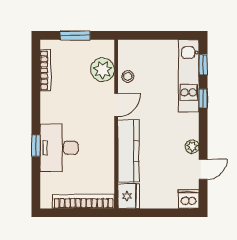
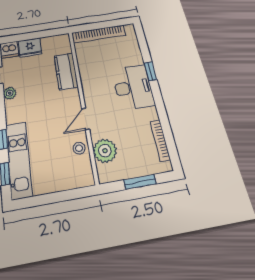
desk: (59, 148) -> (133, 87), moved
kitchen counter: (128, 151) -> (66, 71), width x0.67
fridge: (129, 196) -> (30, 47), moved, turned -90

